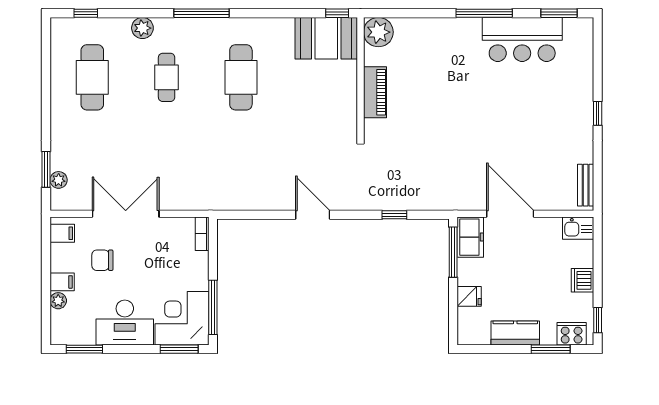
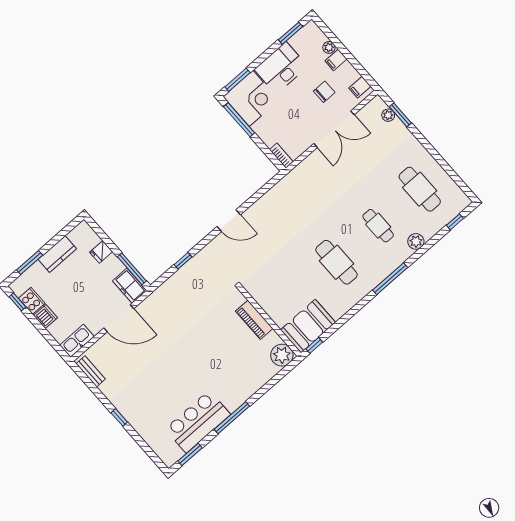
kitchen sink: (578, 228) -> (77, 341), width x1.38
cooker: (572, 334) -> (32, 301), moved, turned -90

